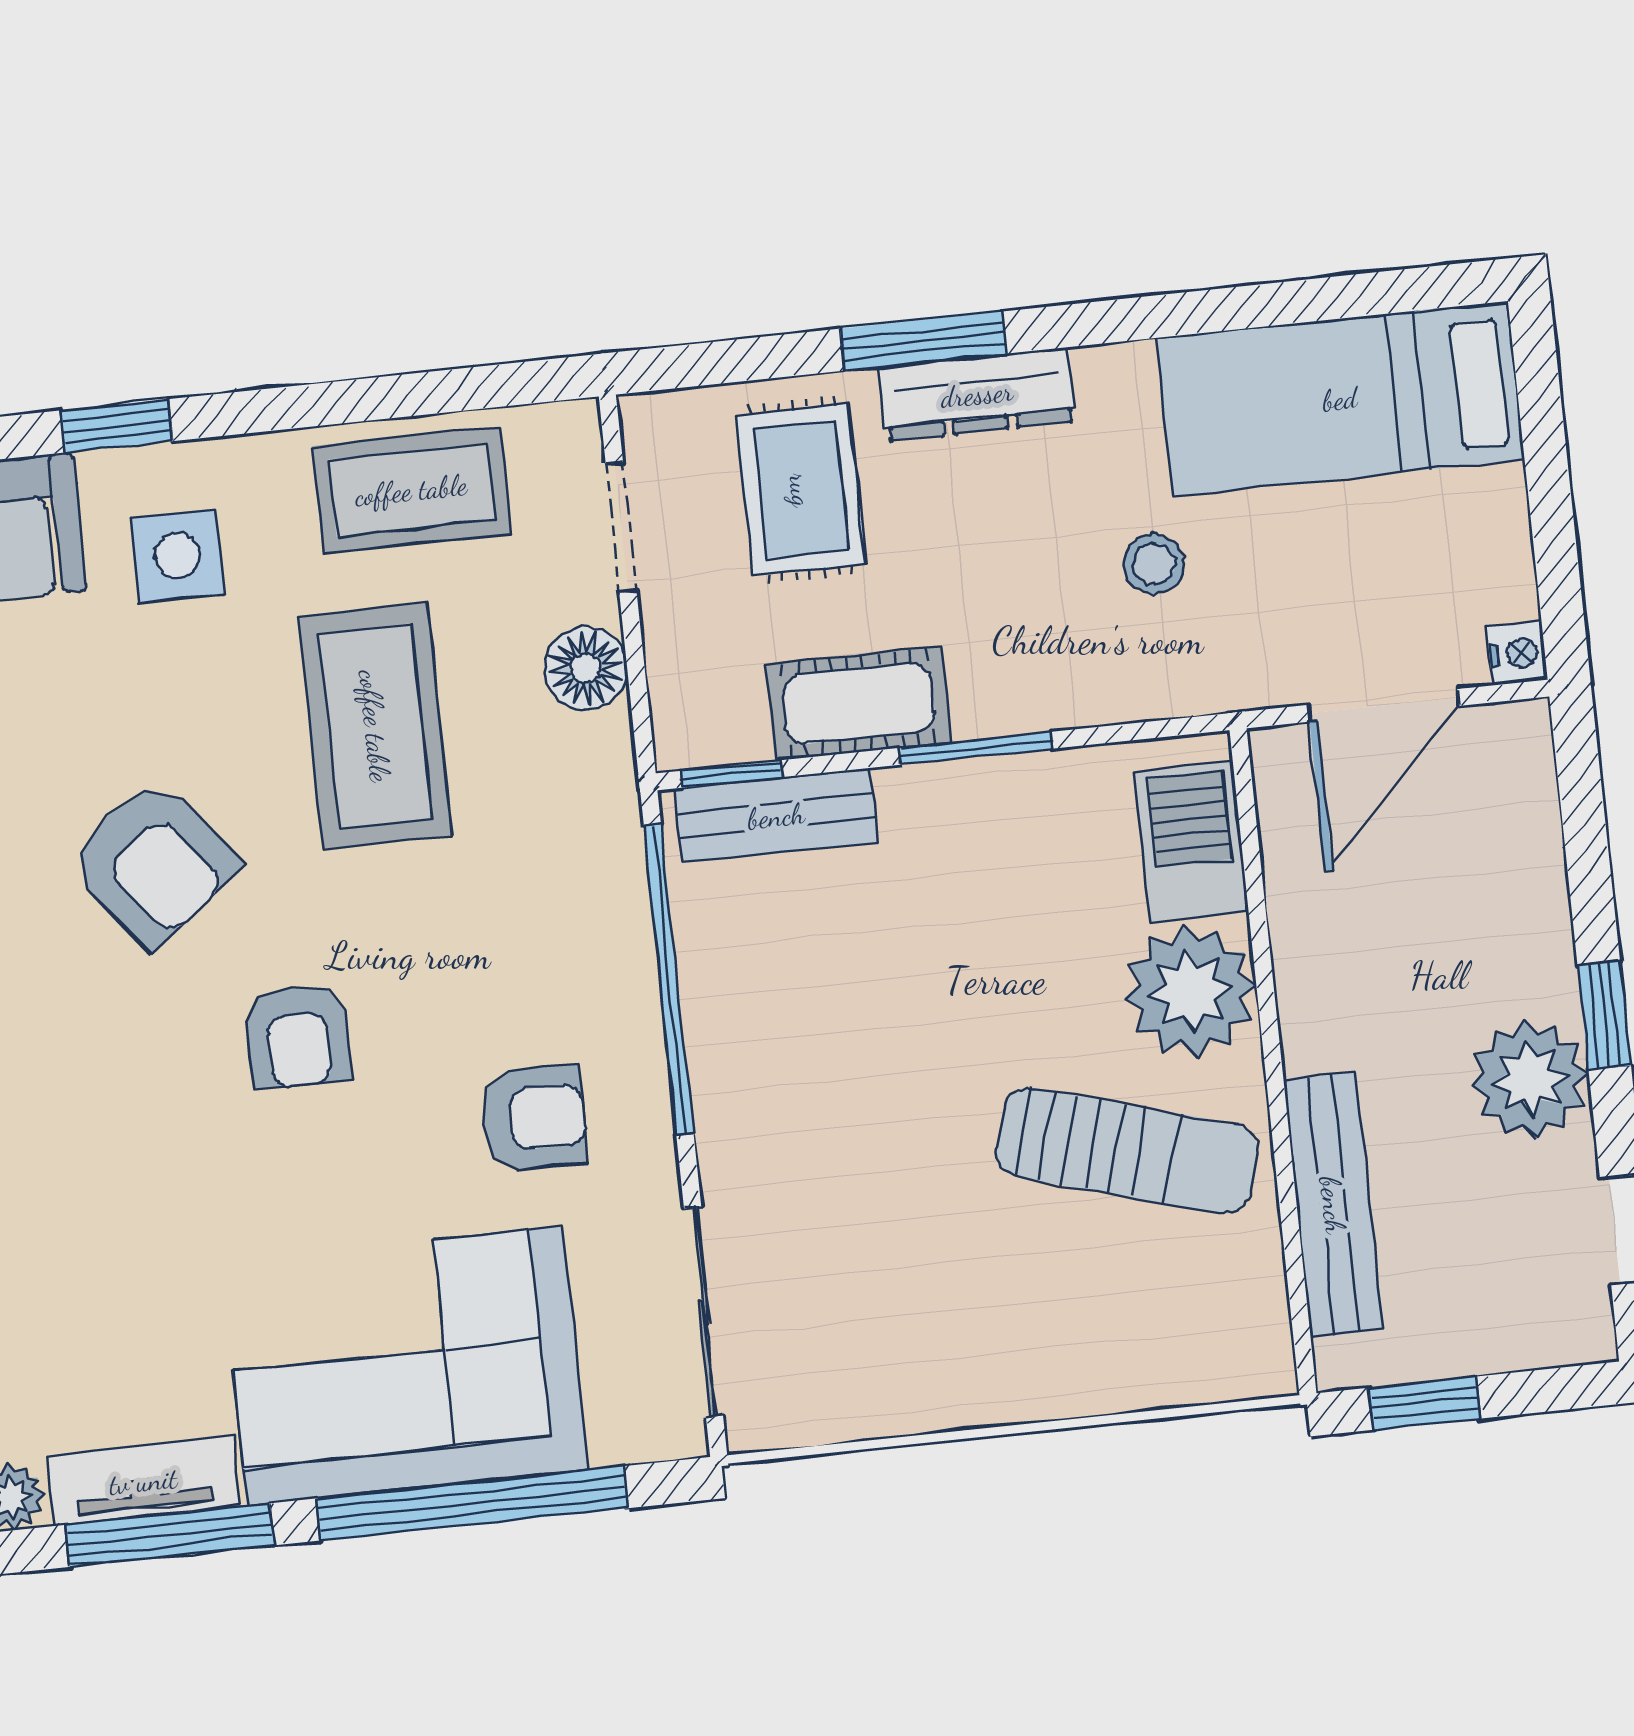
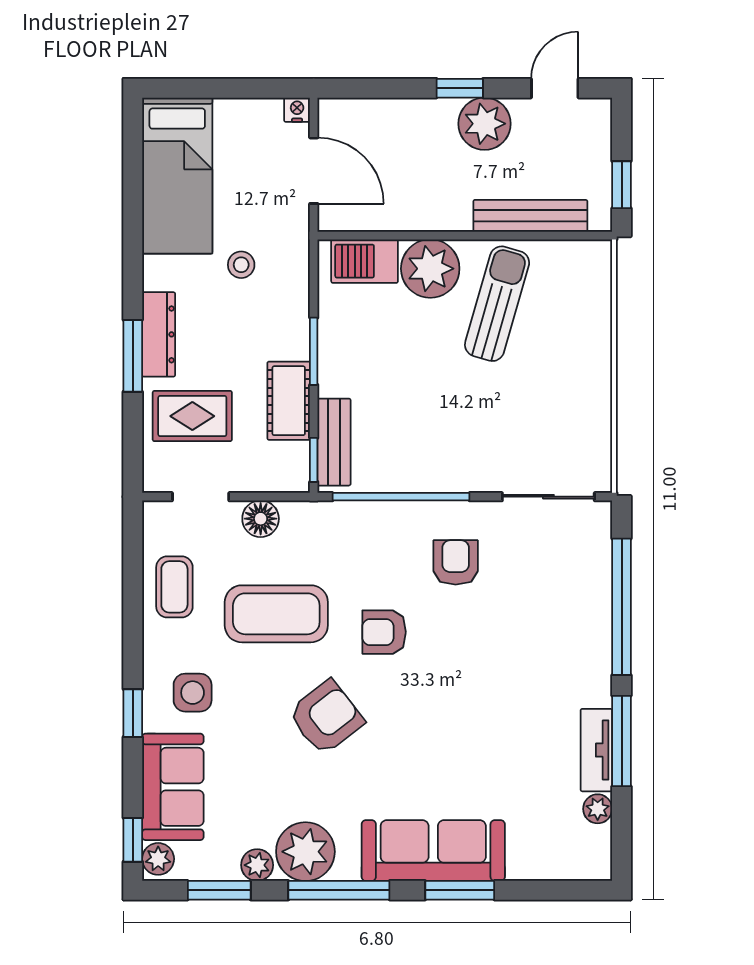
coffee table: (411, 490) -> (174, 587), width x0.73, depth x0.77
armchair: (298, 1036) -> (384, 632), moved, turned 180
corner sofa: (405, 1366) -> (558, 630), removed

